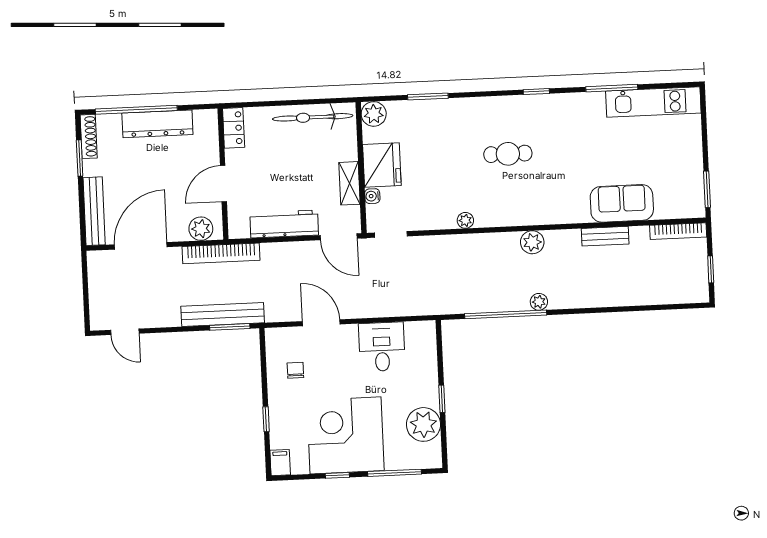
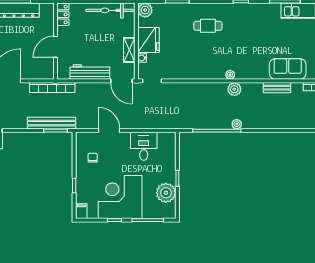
cafe table: (508, 154) -> (208, 26), moved
plant: (465, 220) -> (230, 75), moved
plant: (201, 229) -> (41, 72), removed

